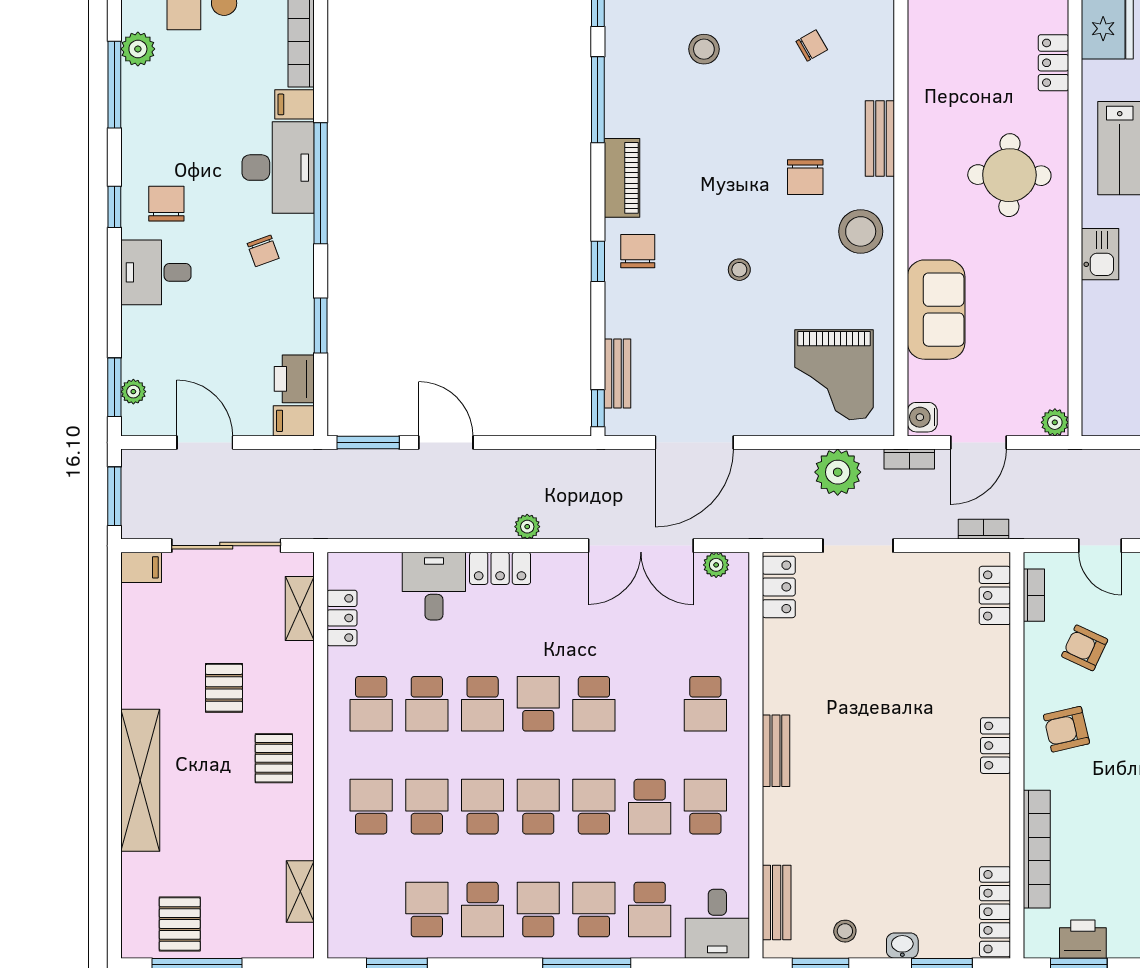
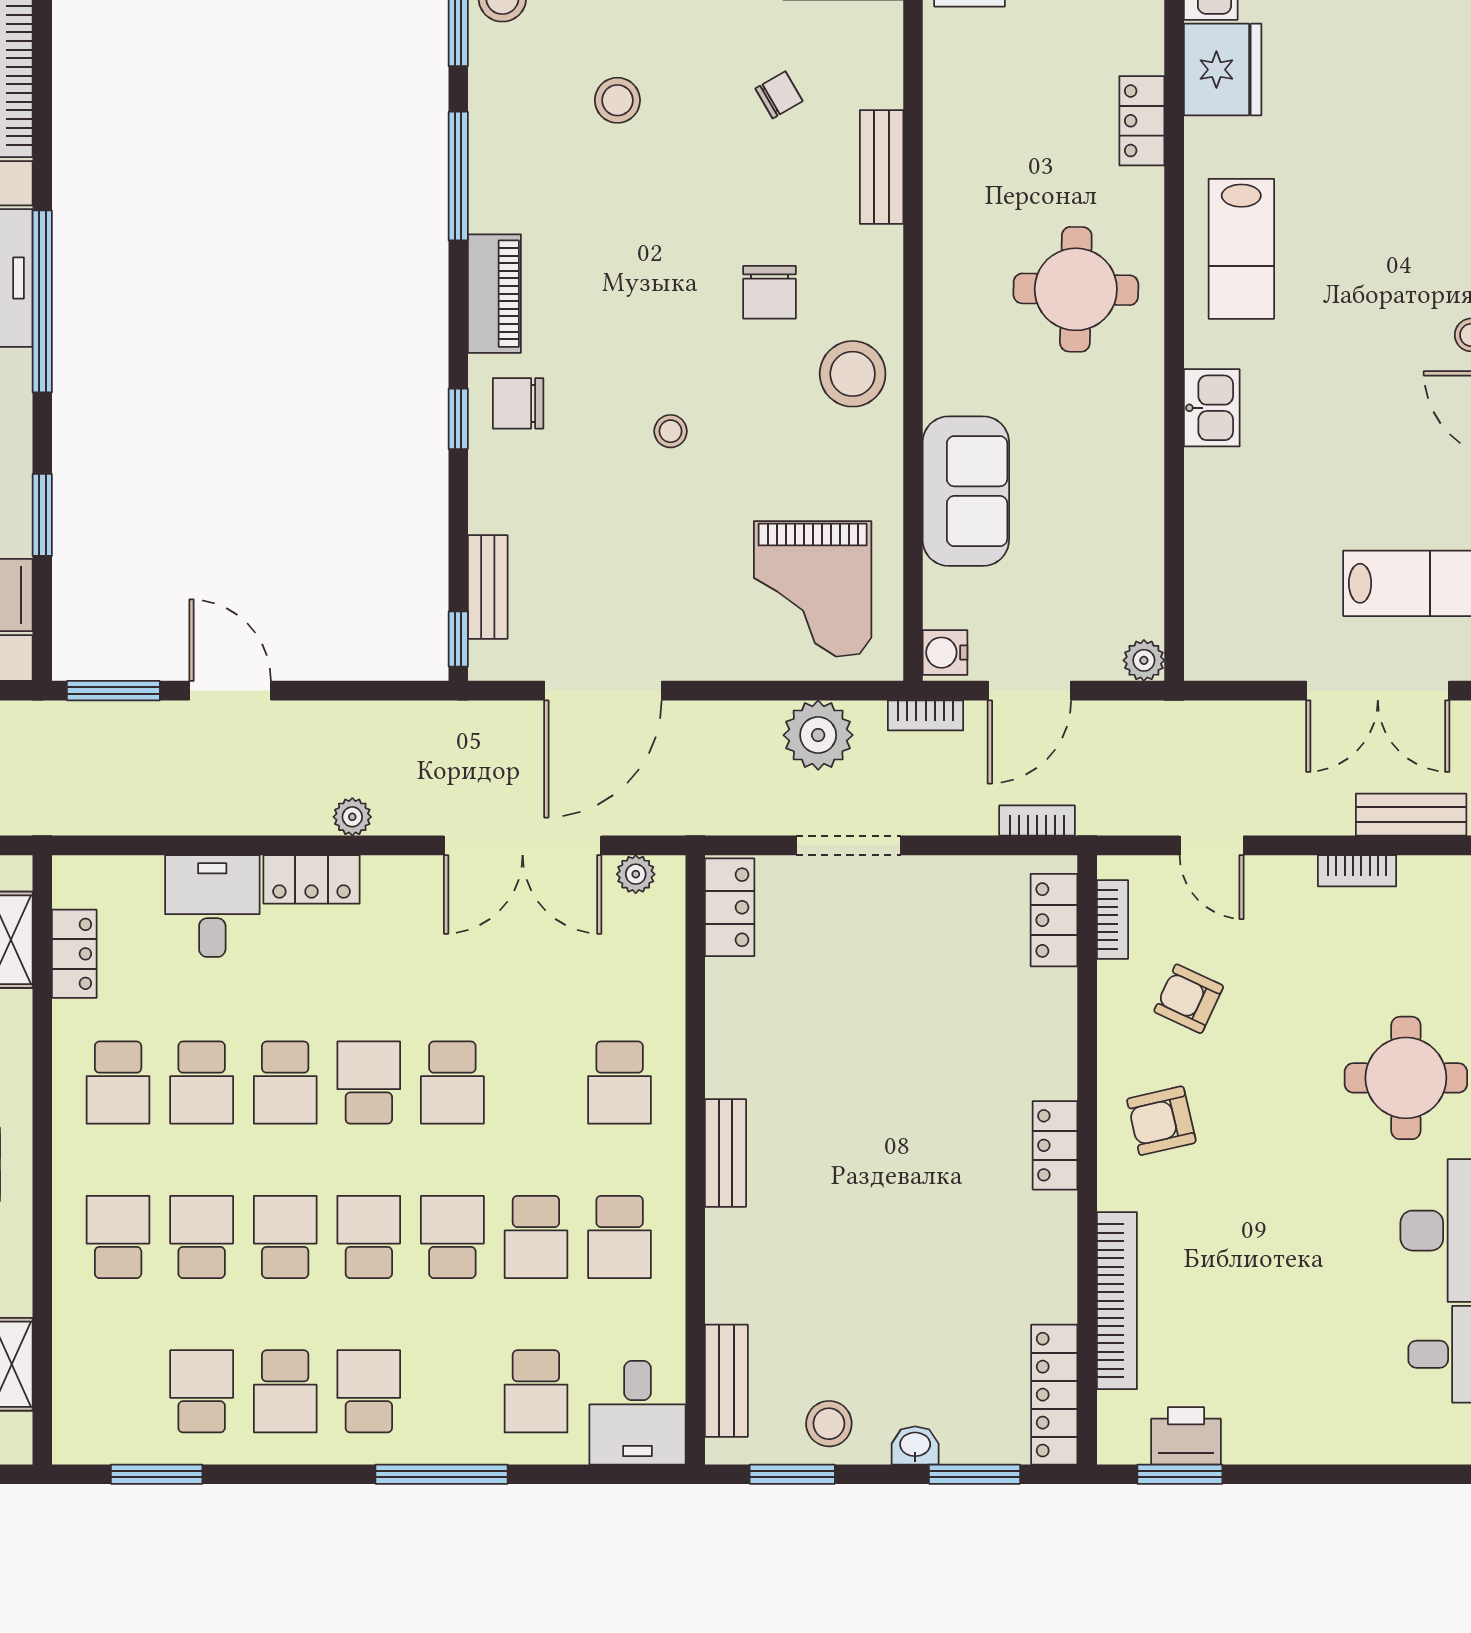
bench: (880, 139) -> (882, 167), moved
chair: (638, 251) -> (518, 403), turned -90
school desk: (705, 807) -> (620, 1237), turned 180
school desk: (594, 910) -> (452, 1391), removed
stool: (845, 931) -> (829, 1424), width x1.37, depth x1.37

